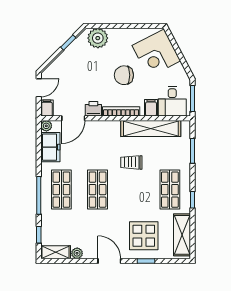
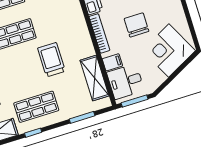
shelving: (151, 128) -> (94, 78), width x0.68
trolley: (131, 162) -> (51, 60), width x1.36, depth x1.39

